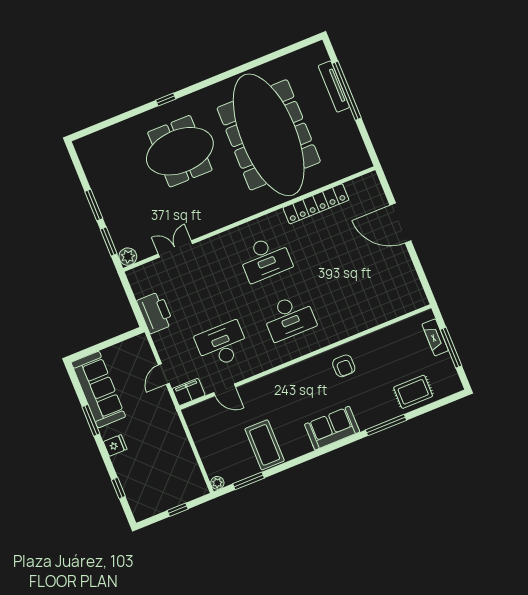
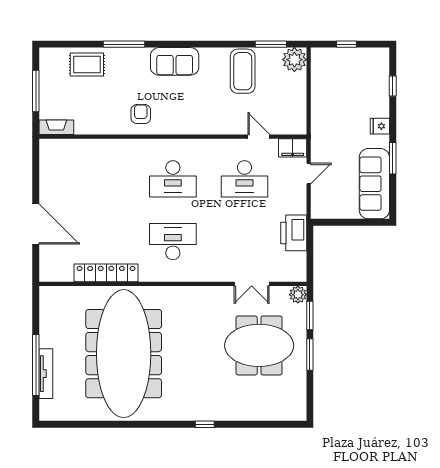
meeting table: (180, 151) -> (259, 345), moved
desk: (289, 317) -> (173, 179), turned 180
fireplace: (435, 337) -> (56, 127), moved, turned -90
plant: (217, 483) -> (294, 60), width x1.88, depth x1.88

